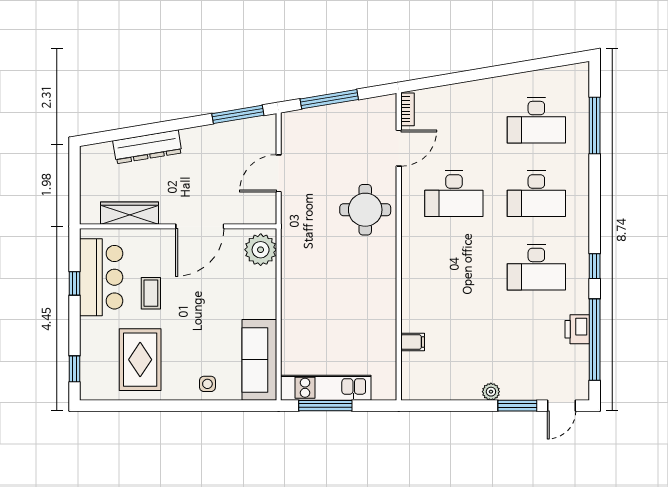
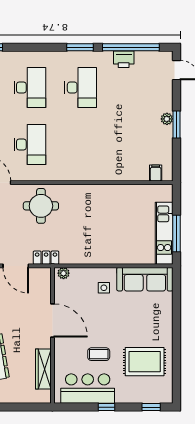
locker: (290, 217) -> (46, 258), added
plant: (261, 250) -> (63, 273), width x0.53, depth x0.53
window: (595, 266) -> (80, 47), width x1.50
window: (74, 283) -> (107, 407), moved
filing cabinet: (413, 342) -> (156, 173), moved
side table: (207, 384) -> (104, 288), moved
window: (517, 406) -> (176, 125), moved

